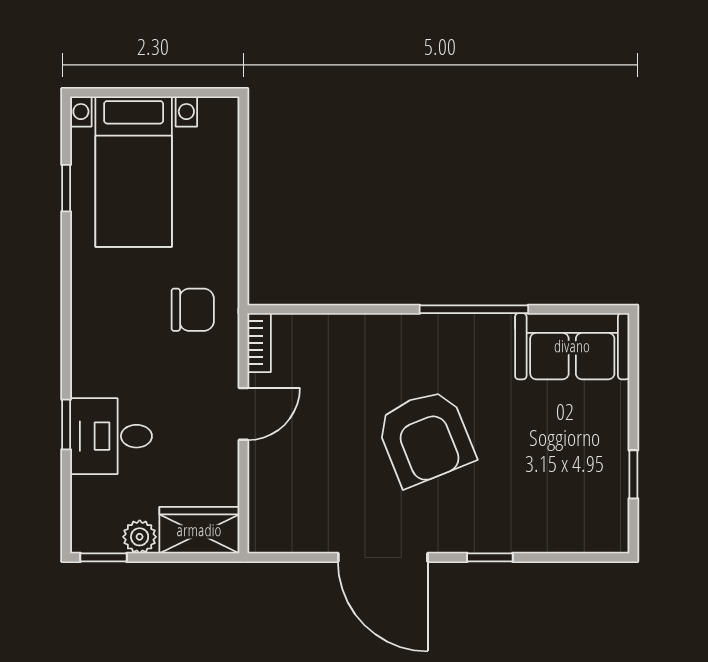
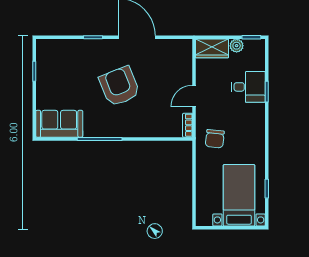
chair: (193, 310) -> (215, 139), turned -84

